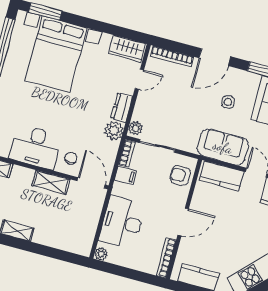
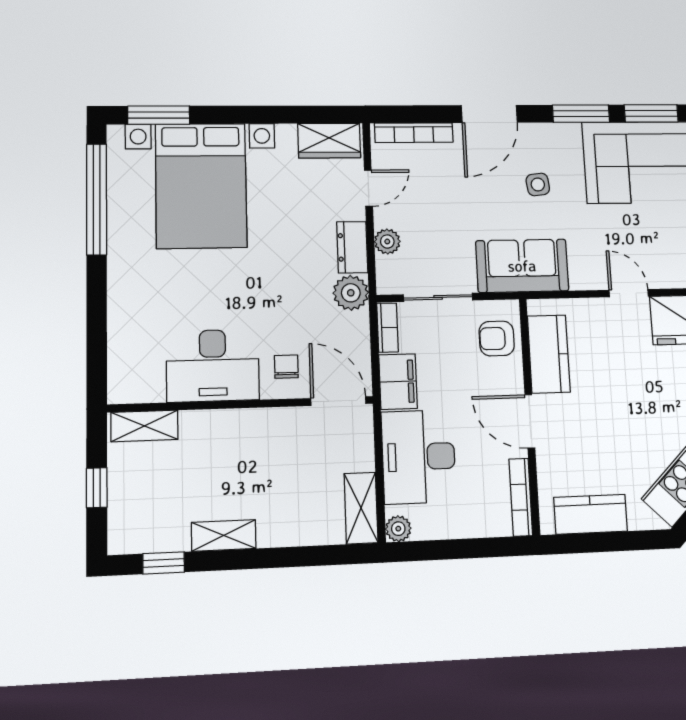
plant: (135, 128) -> (387, 241), moved
sofa: (223, 147) -> (522, 266), moved
filing cabinet: (125, 175) -> (398, 382), width x2.00
kitchen counter: (222, 176) -> (549, 354), moved, turned -90
shelving: (51, 182) -> (361, 508), moved, turned 90
door: (183, 222) -> (530, 421), swing flipped

